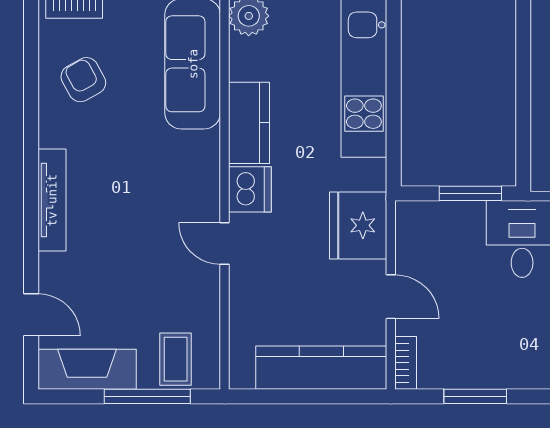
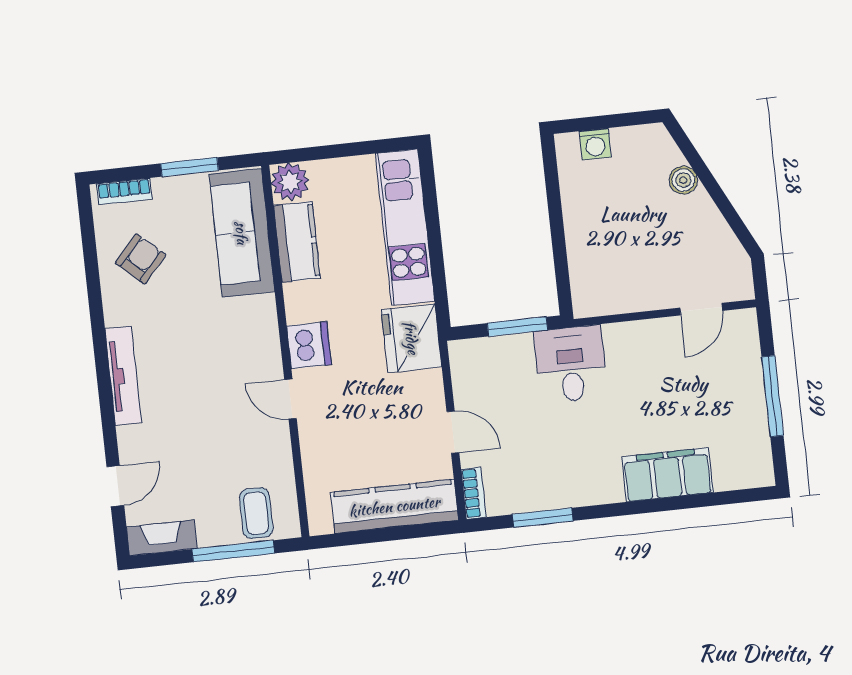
armchair: (83, 80) -> (141, 259), turned 71
kitchen counter: (249, 123) -> (297, 242), moved
fridge: (358, 225) -> (412, 338), moved
door: (31, 315) -> (115, 486), hinge flipped
fireplace: (87, 369) -> (162, 538), width x0.73, depth x0.76

